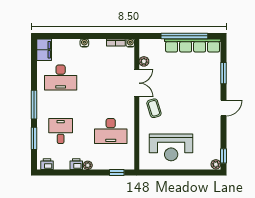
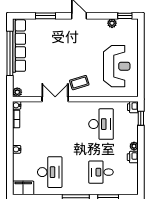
plant: (144, 61) -> (17, 92), moved
printer: (47, 164) -> (133, 107), moved
plant: (216, 164) -> (112, 23), moved

